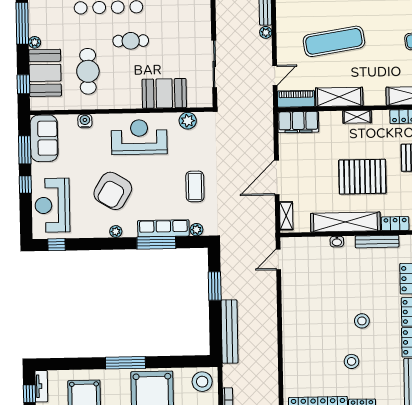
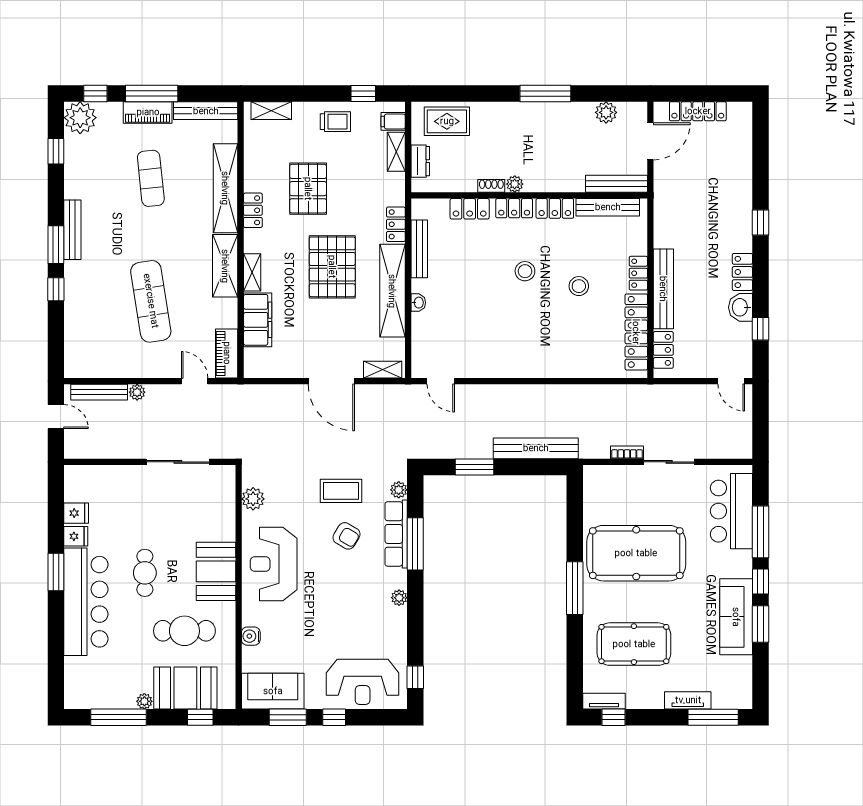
booth: (164, 93) -> (216, 571), moved
shelving: (339, 97) -> (225, 266), moved
filing cabinet: (298, 122) -> (258, 320), moved
armchair: (113, 191) -> (346, 536), moved, width x0.53, depth x0.53
stool: (202, 382) -> (602, 486), removed

